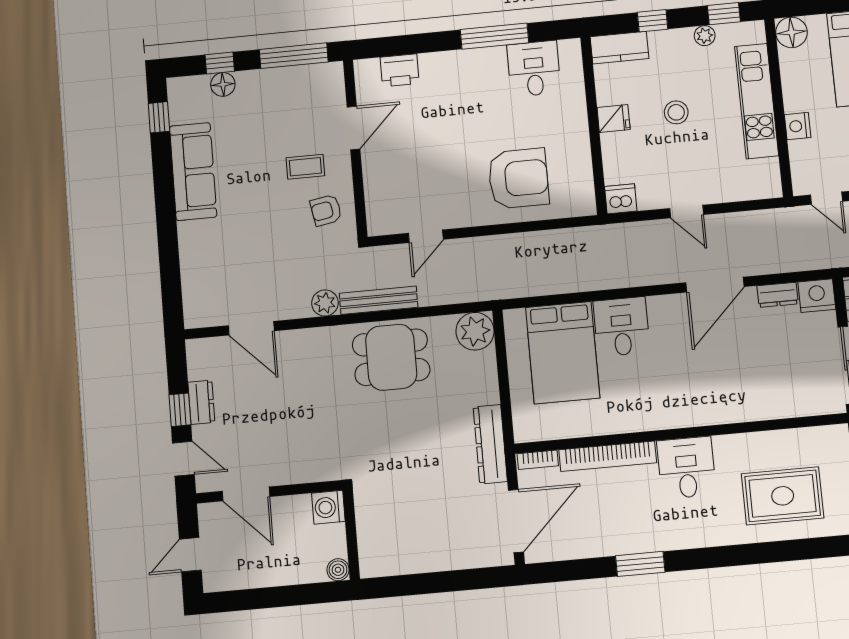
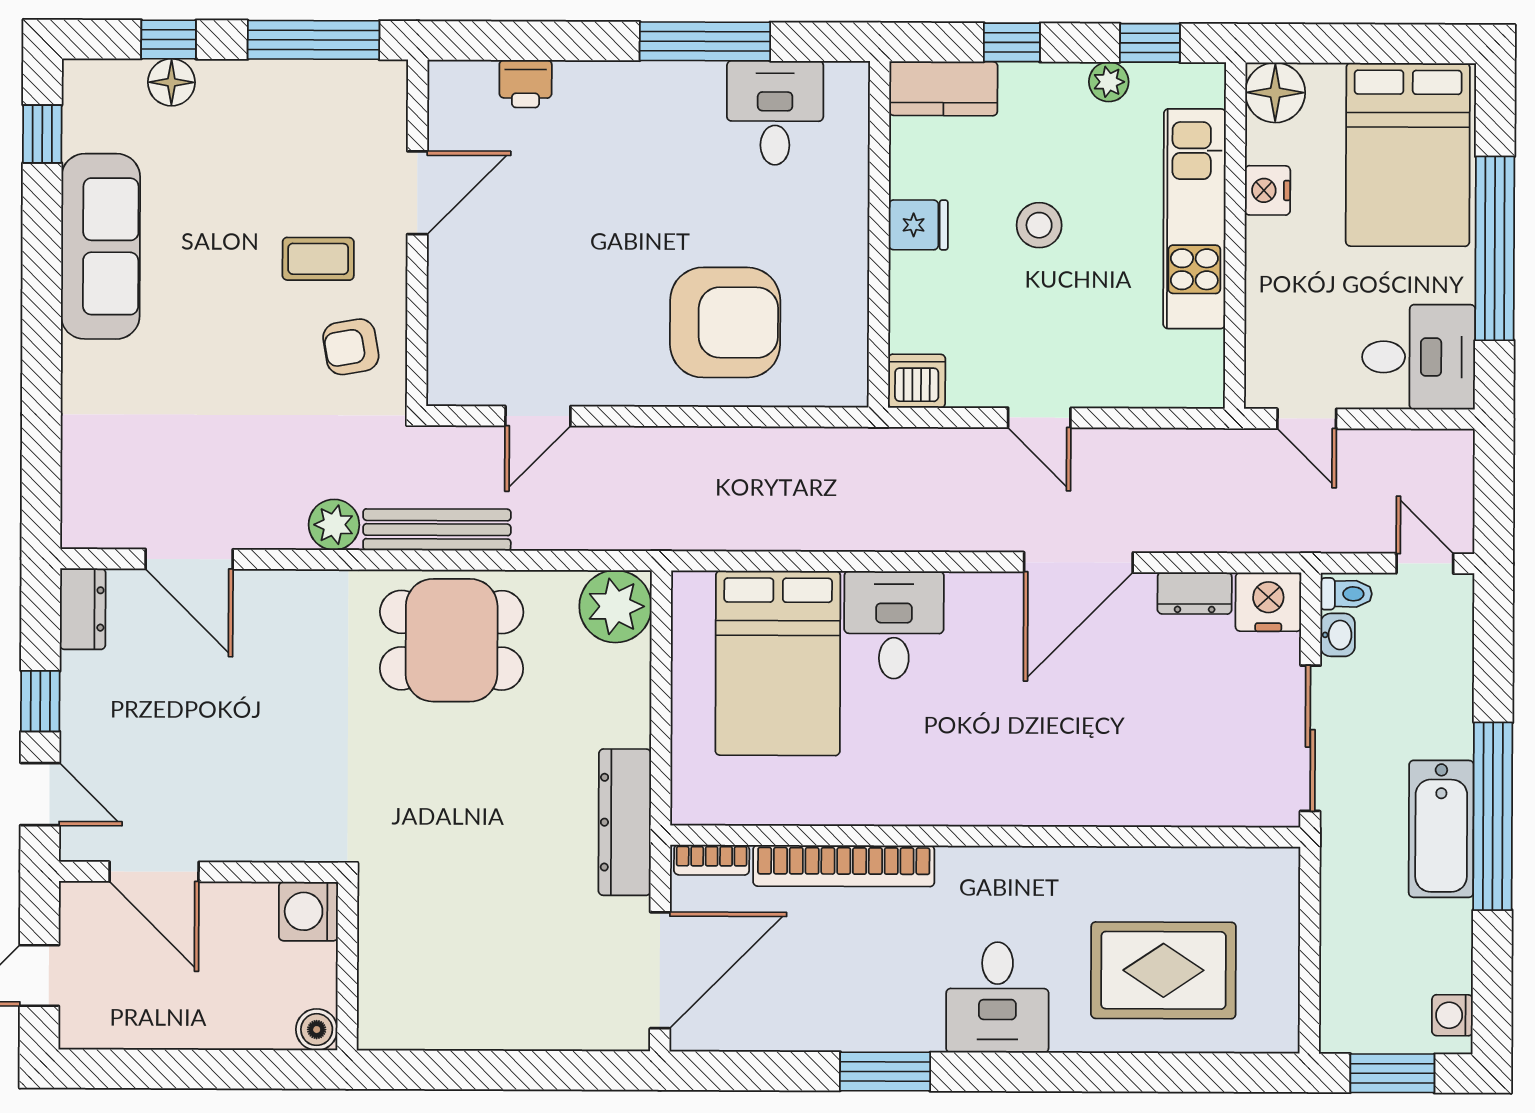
printer: (400, 70) -> (526, 84), width x0.73, depth x0.81
nightstand: (798, 126) -> (1268, 190), moved
dresser: (201, 402) -> (83, 609), moved
desk: (686, 468) -> (997, 997), moved, turned 180

